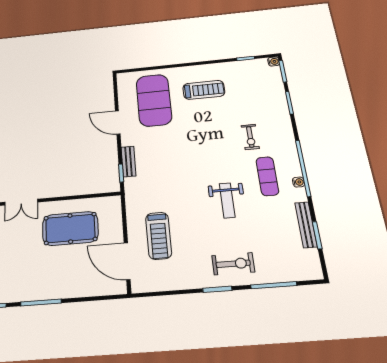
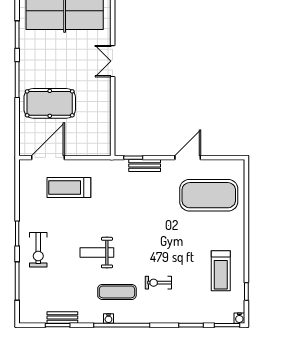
treadmill: (204, 90) -> (221, 271), moved
bench: (306, 225) -> (62, 318), width x0.73
pool table: (70, 228) -> (50, 103), moved, turned 90

